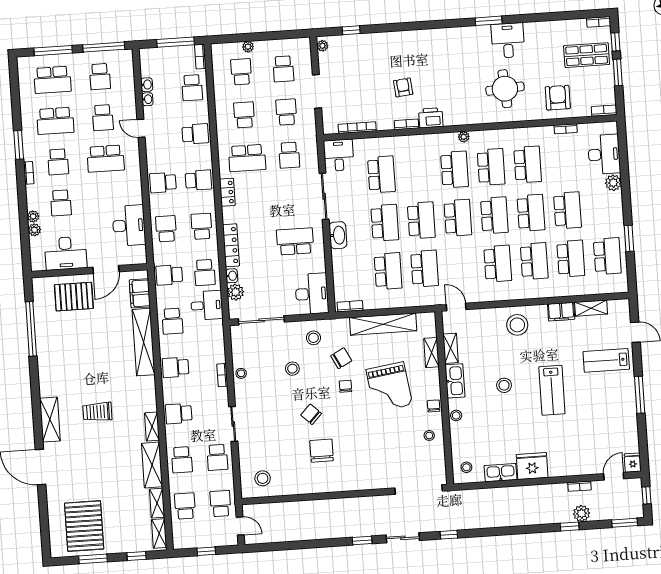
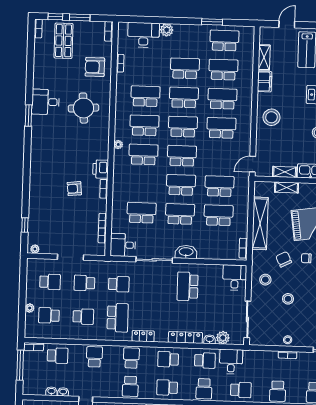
school desk: (244, 115) -> (83, 317), turned 180
desk: (312, 294) -> (235, 278), width x0.73

